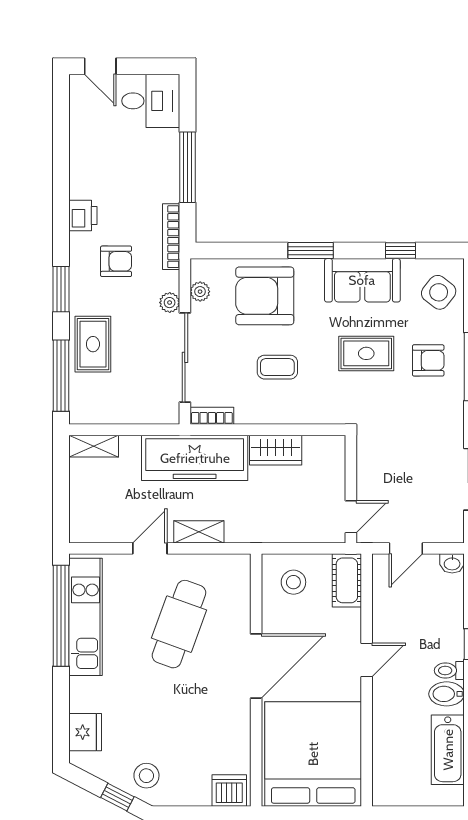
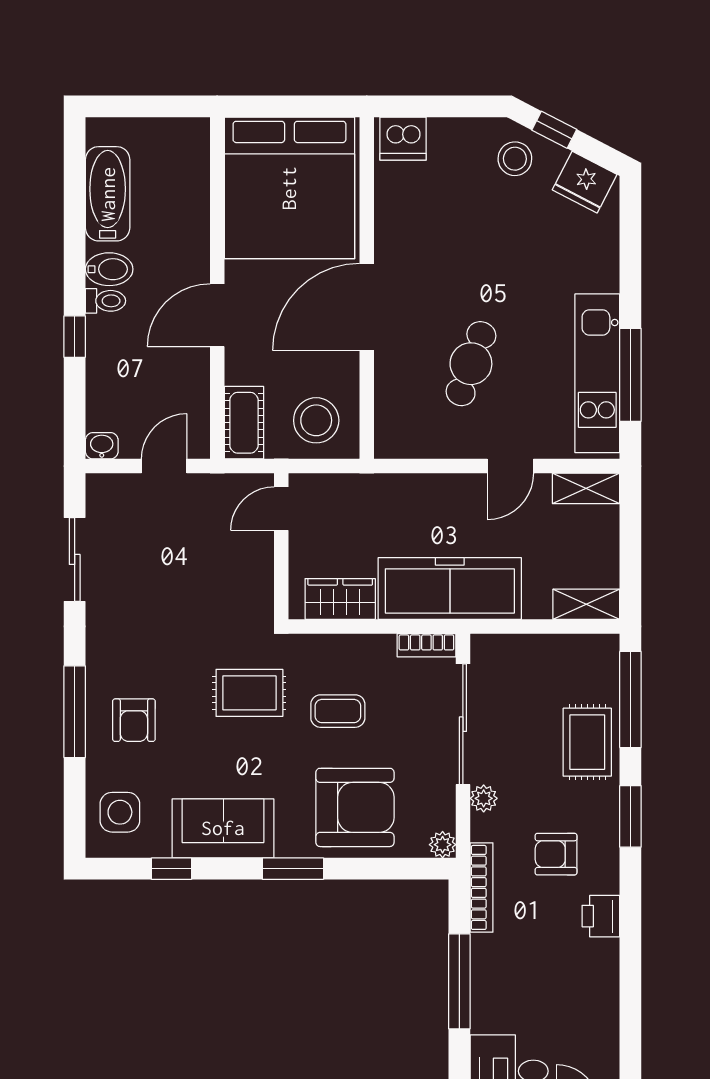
plant: (200, 292) -> (443, 845), moved
side table: (439, 292) -> (120, 812), turned -38
rug: (366, 353) -> (249, 693), moved
armchair: (428, 360) -> (134, 720), turned -90
wall: (351, 489) -> (281, 546), moved
door: (351, 517) -> (281, 509), moved
shelving: (199, 532) -> (586, 488), moved
stool: (293, 582) -> (316, 420), width x1.38, depth x1.38
window: (61, 616) -> (630, 375), width x0.68
cafe table: (179, 624) -> (471, 364), width x0.73, depth x0.74
door: (367, 660) -> (217, 315), width x1.38
fridge: (85, 732) -> (585, 182), moved, turned -63

